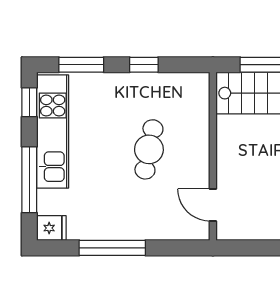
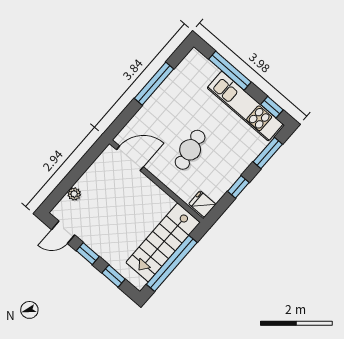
cafe table: (149, 149) -> (190, 150), turned 69
door: (213, 205) -> (130, 158), width x1.38
fridge: (51, 228) -> (202, 204), moved, turned 90

